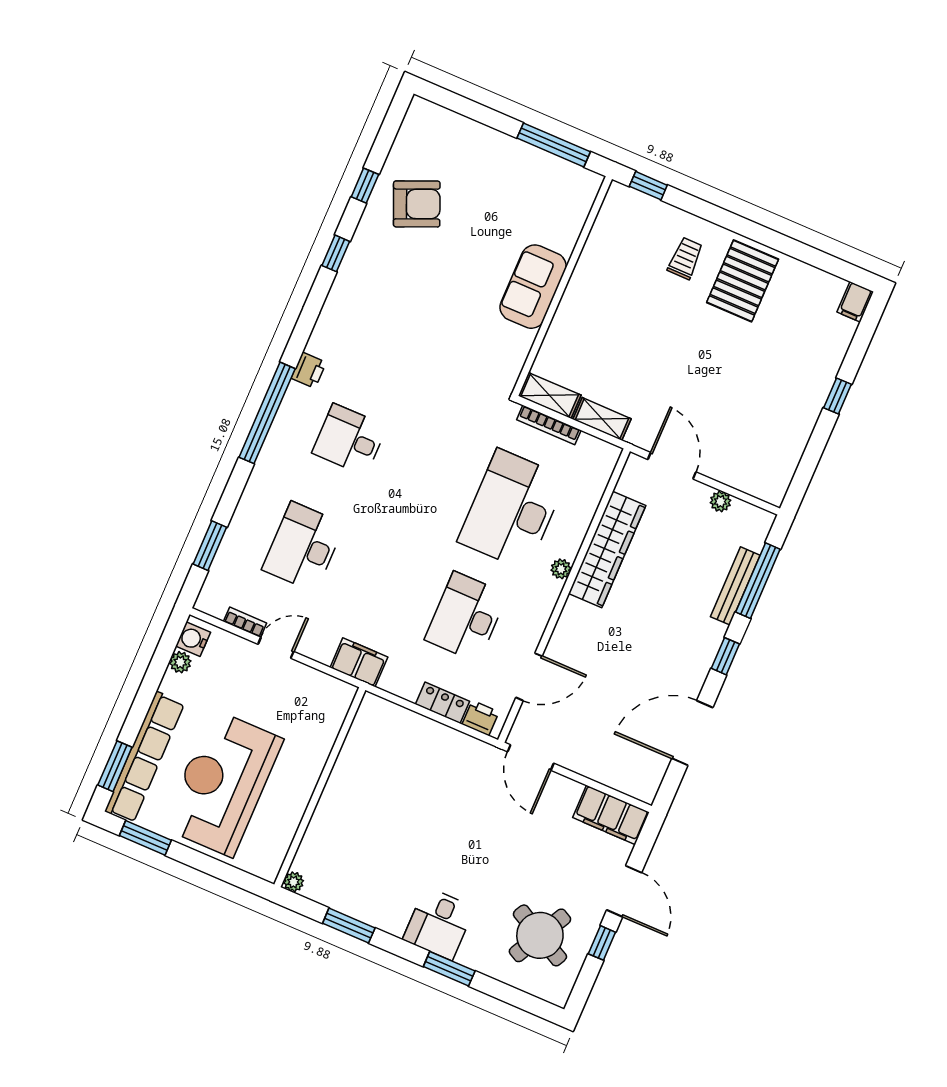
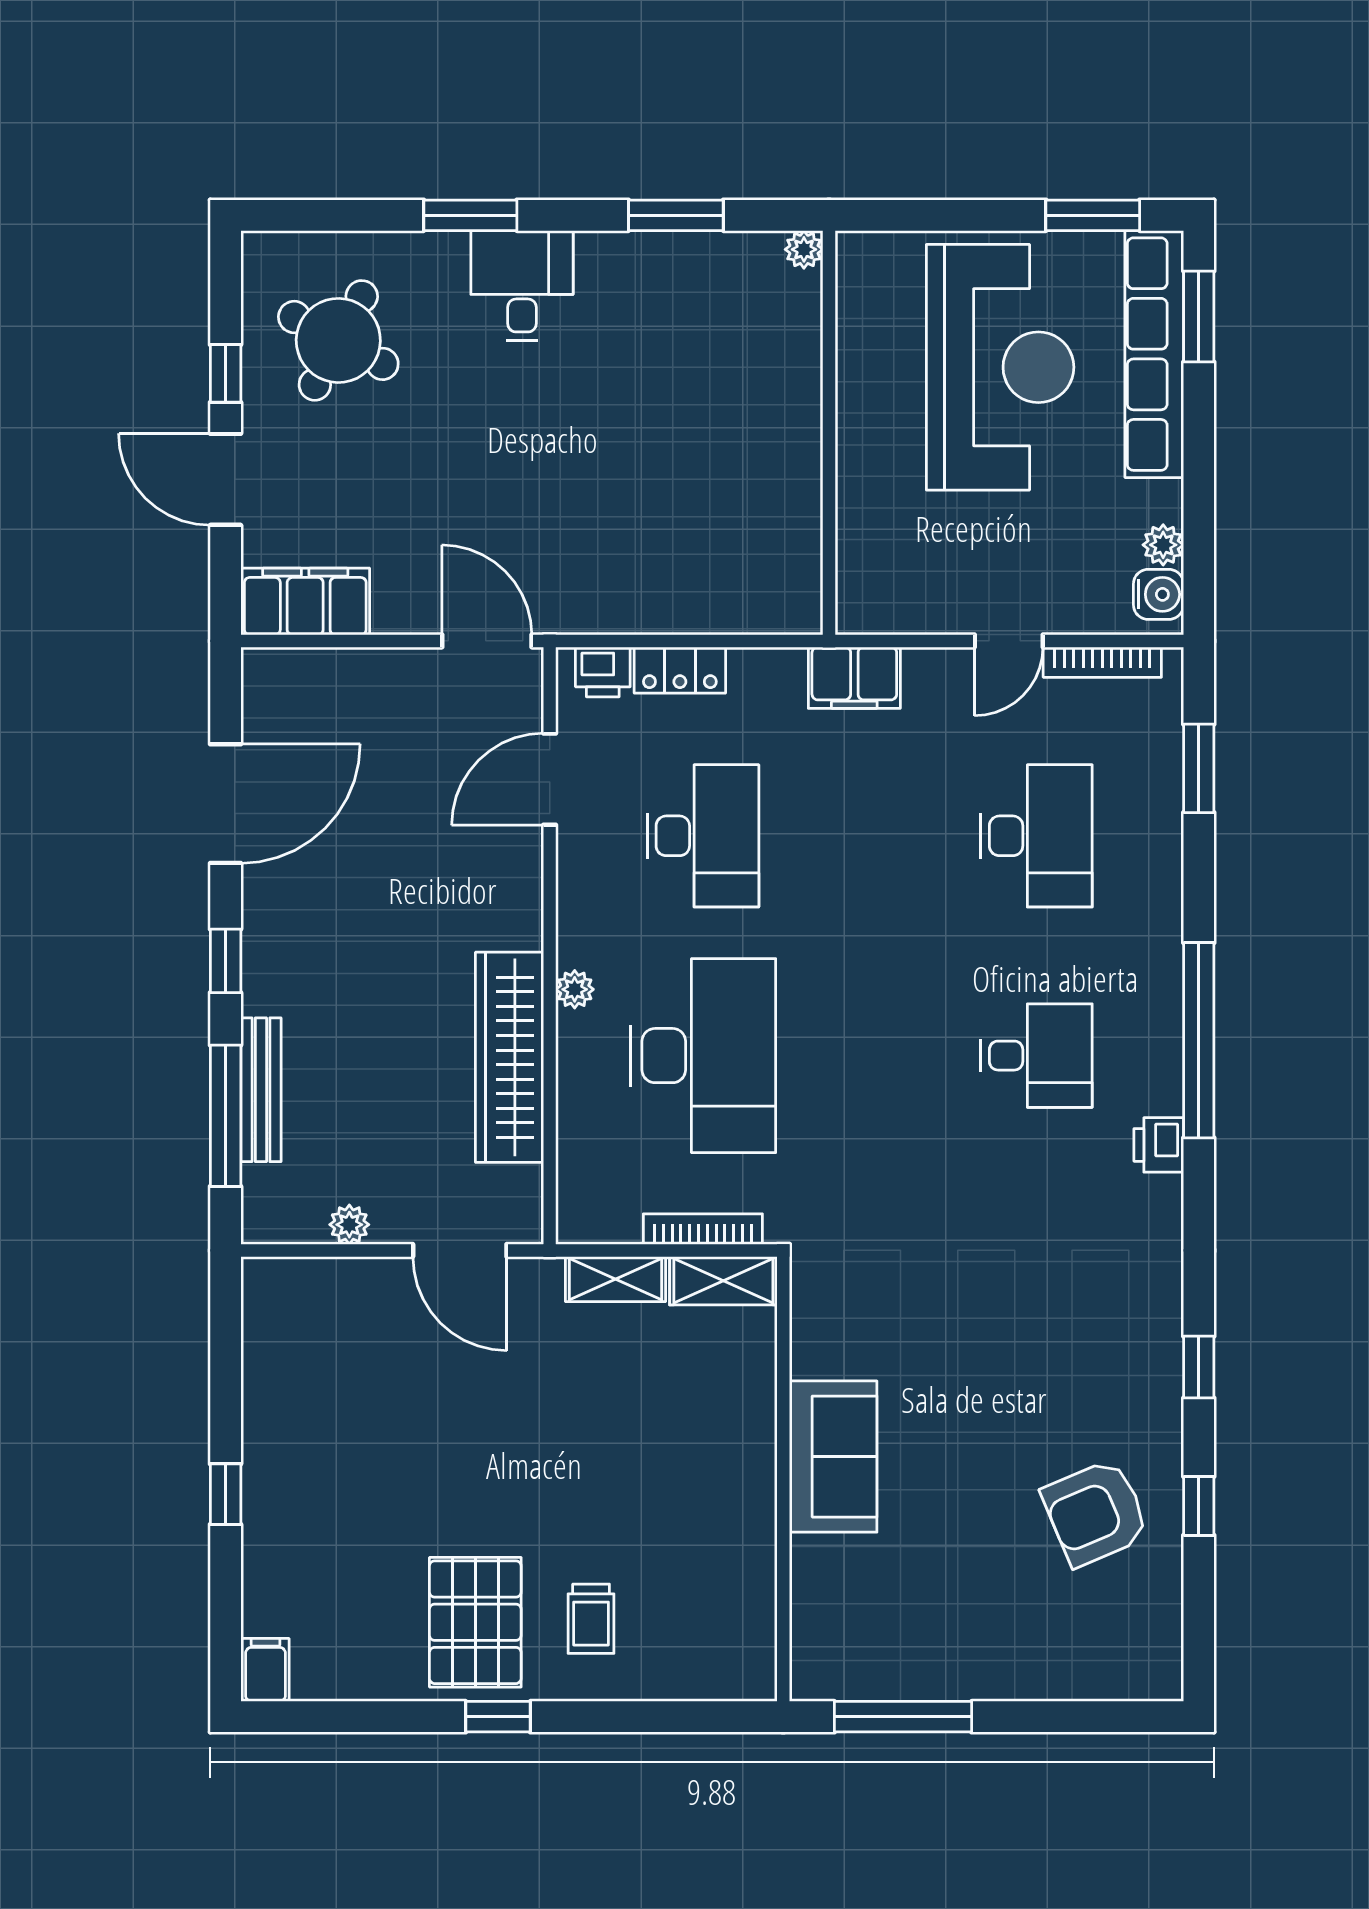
window: (648, 186) -> (498, 1717), moved
bookcase: (245, 622) -> (1102, 662), width x1.56

